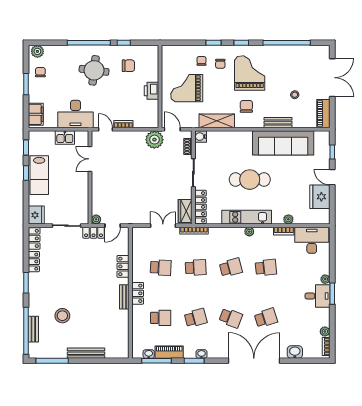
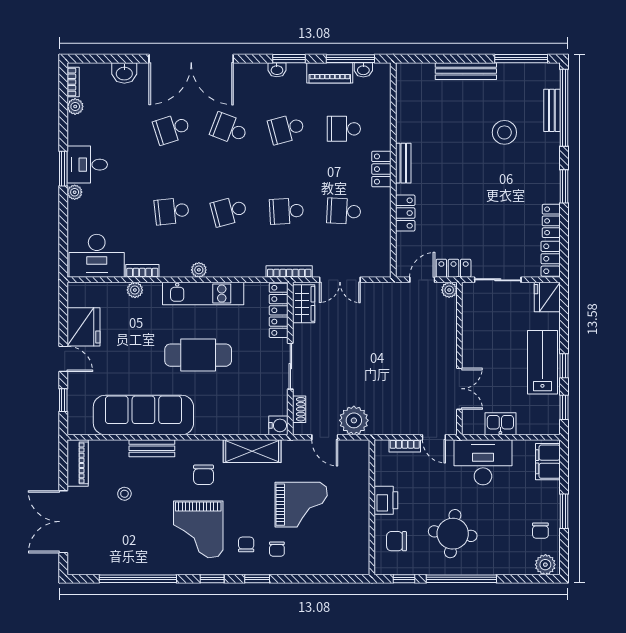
wall: (160, 87) -> (372, 507), moved
printer: (151, 91) -> (386, 500), moved

